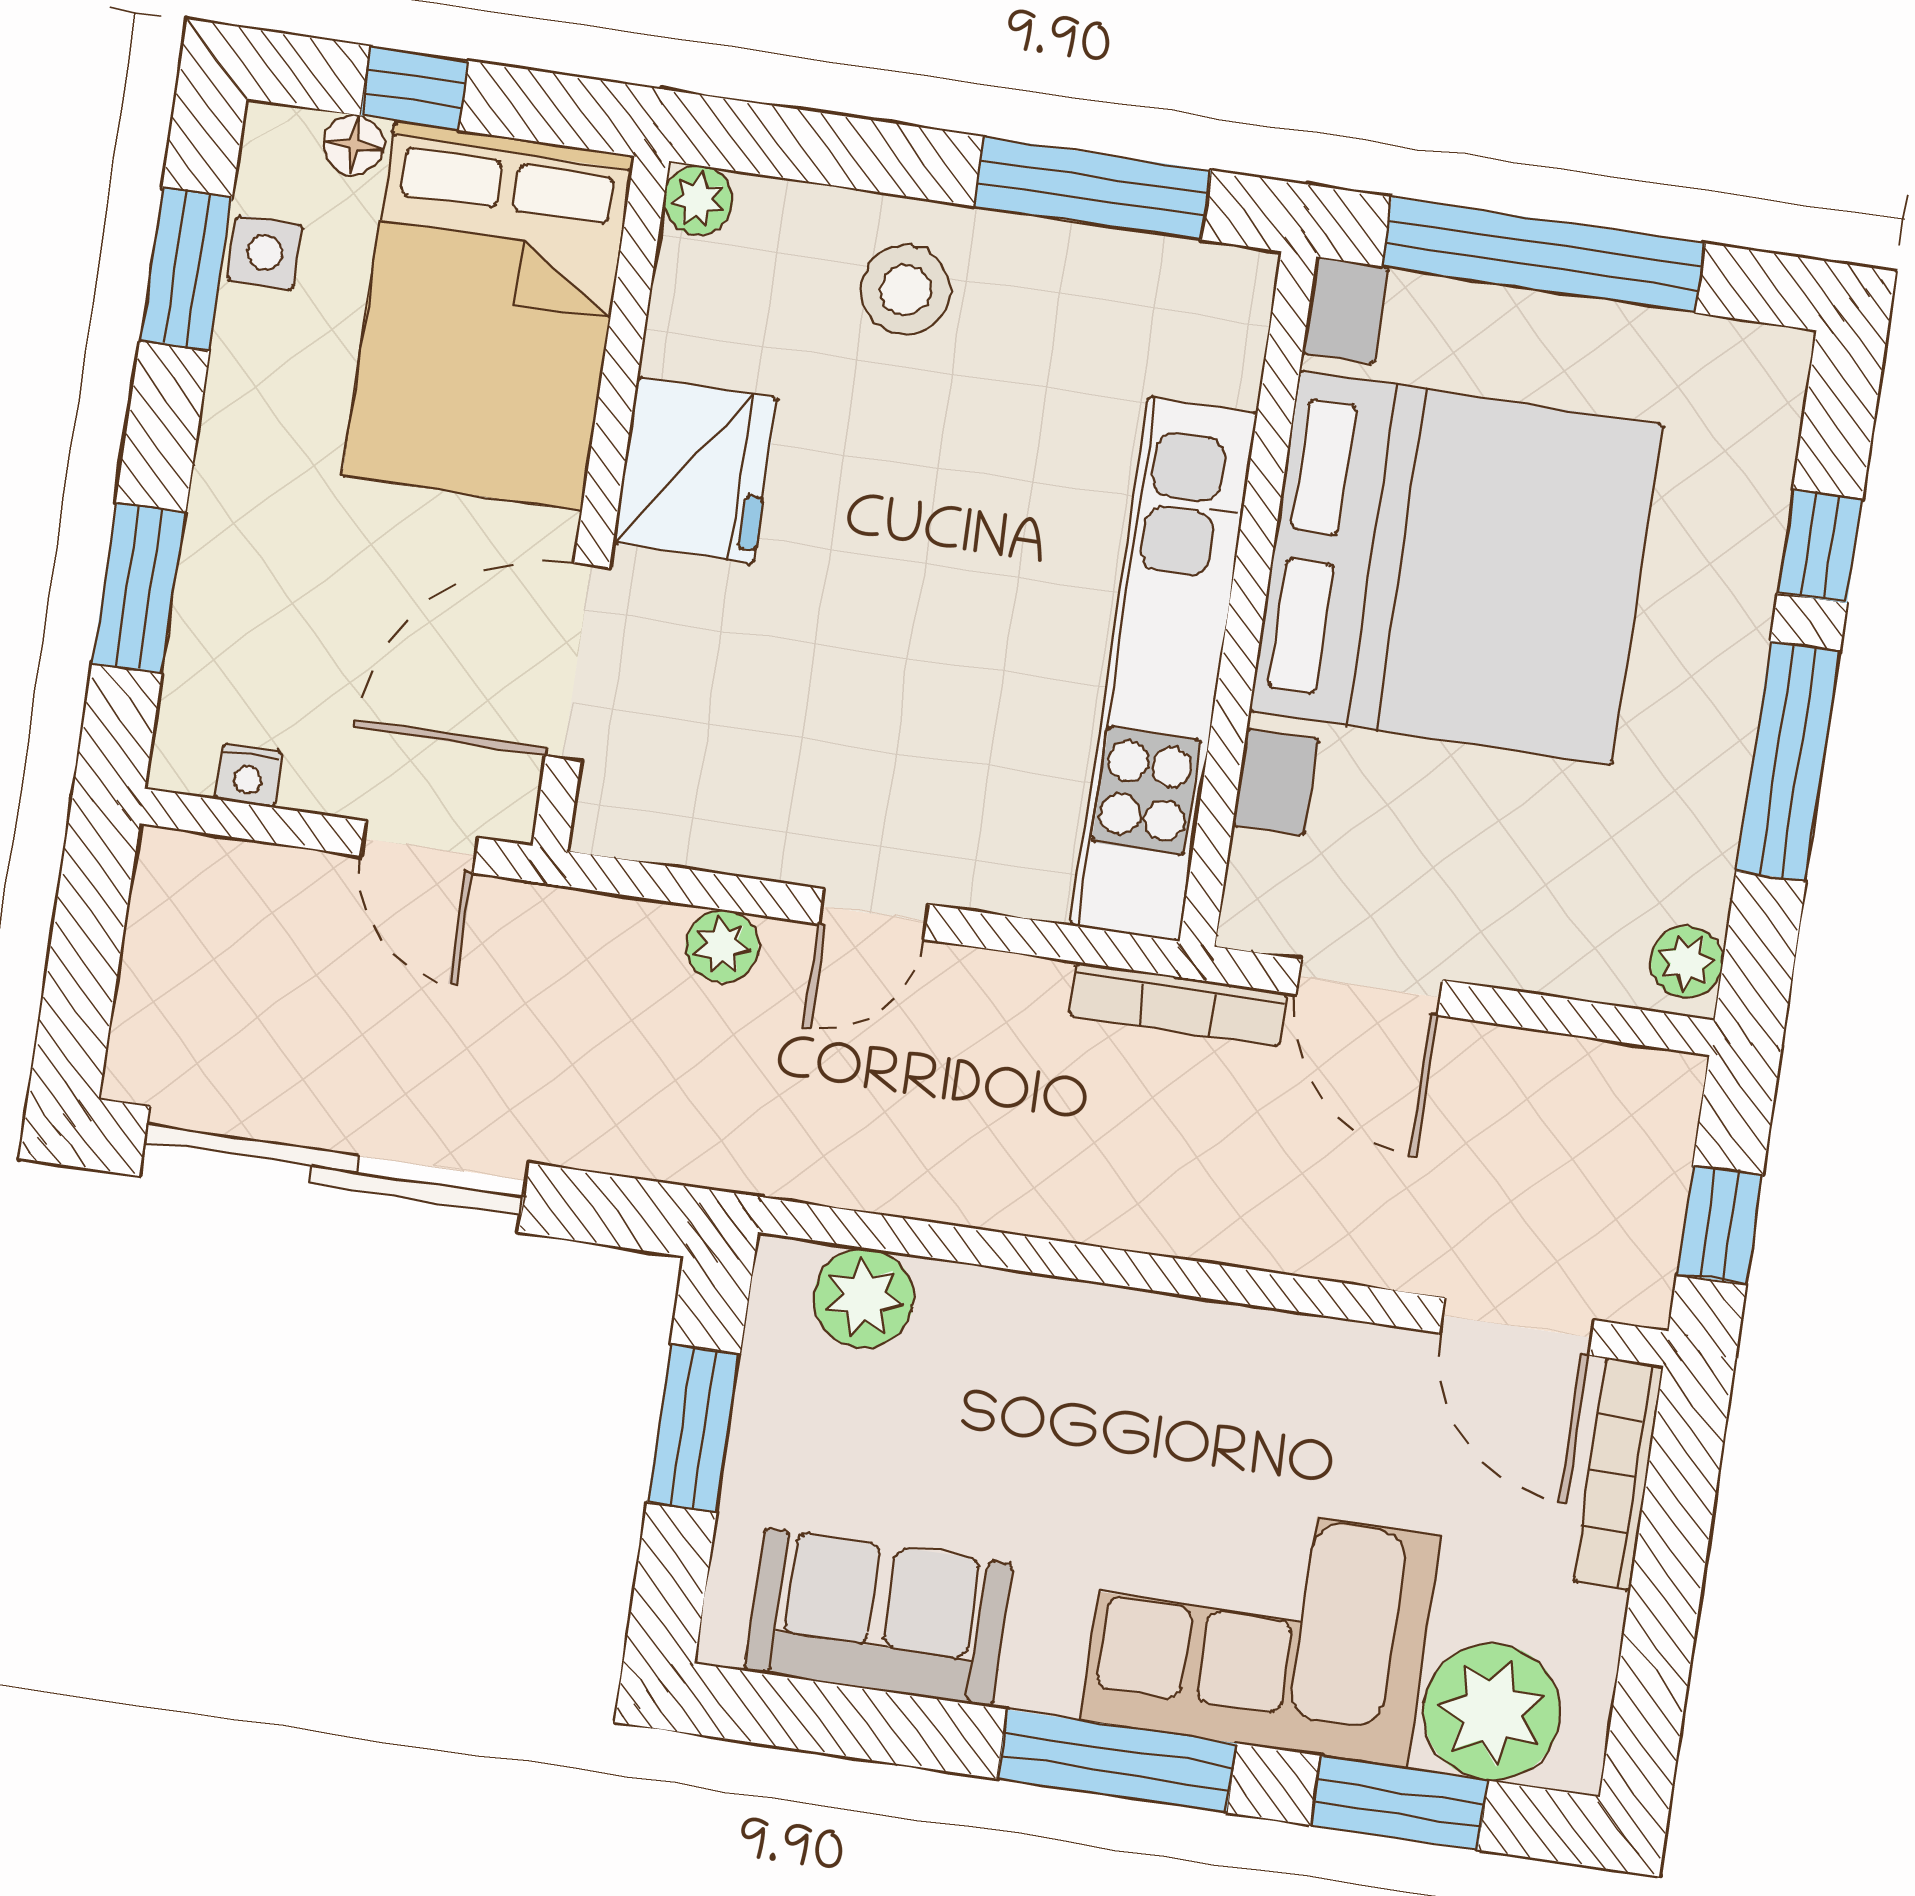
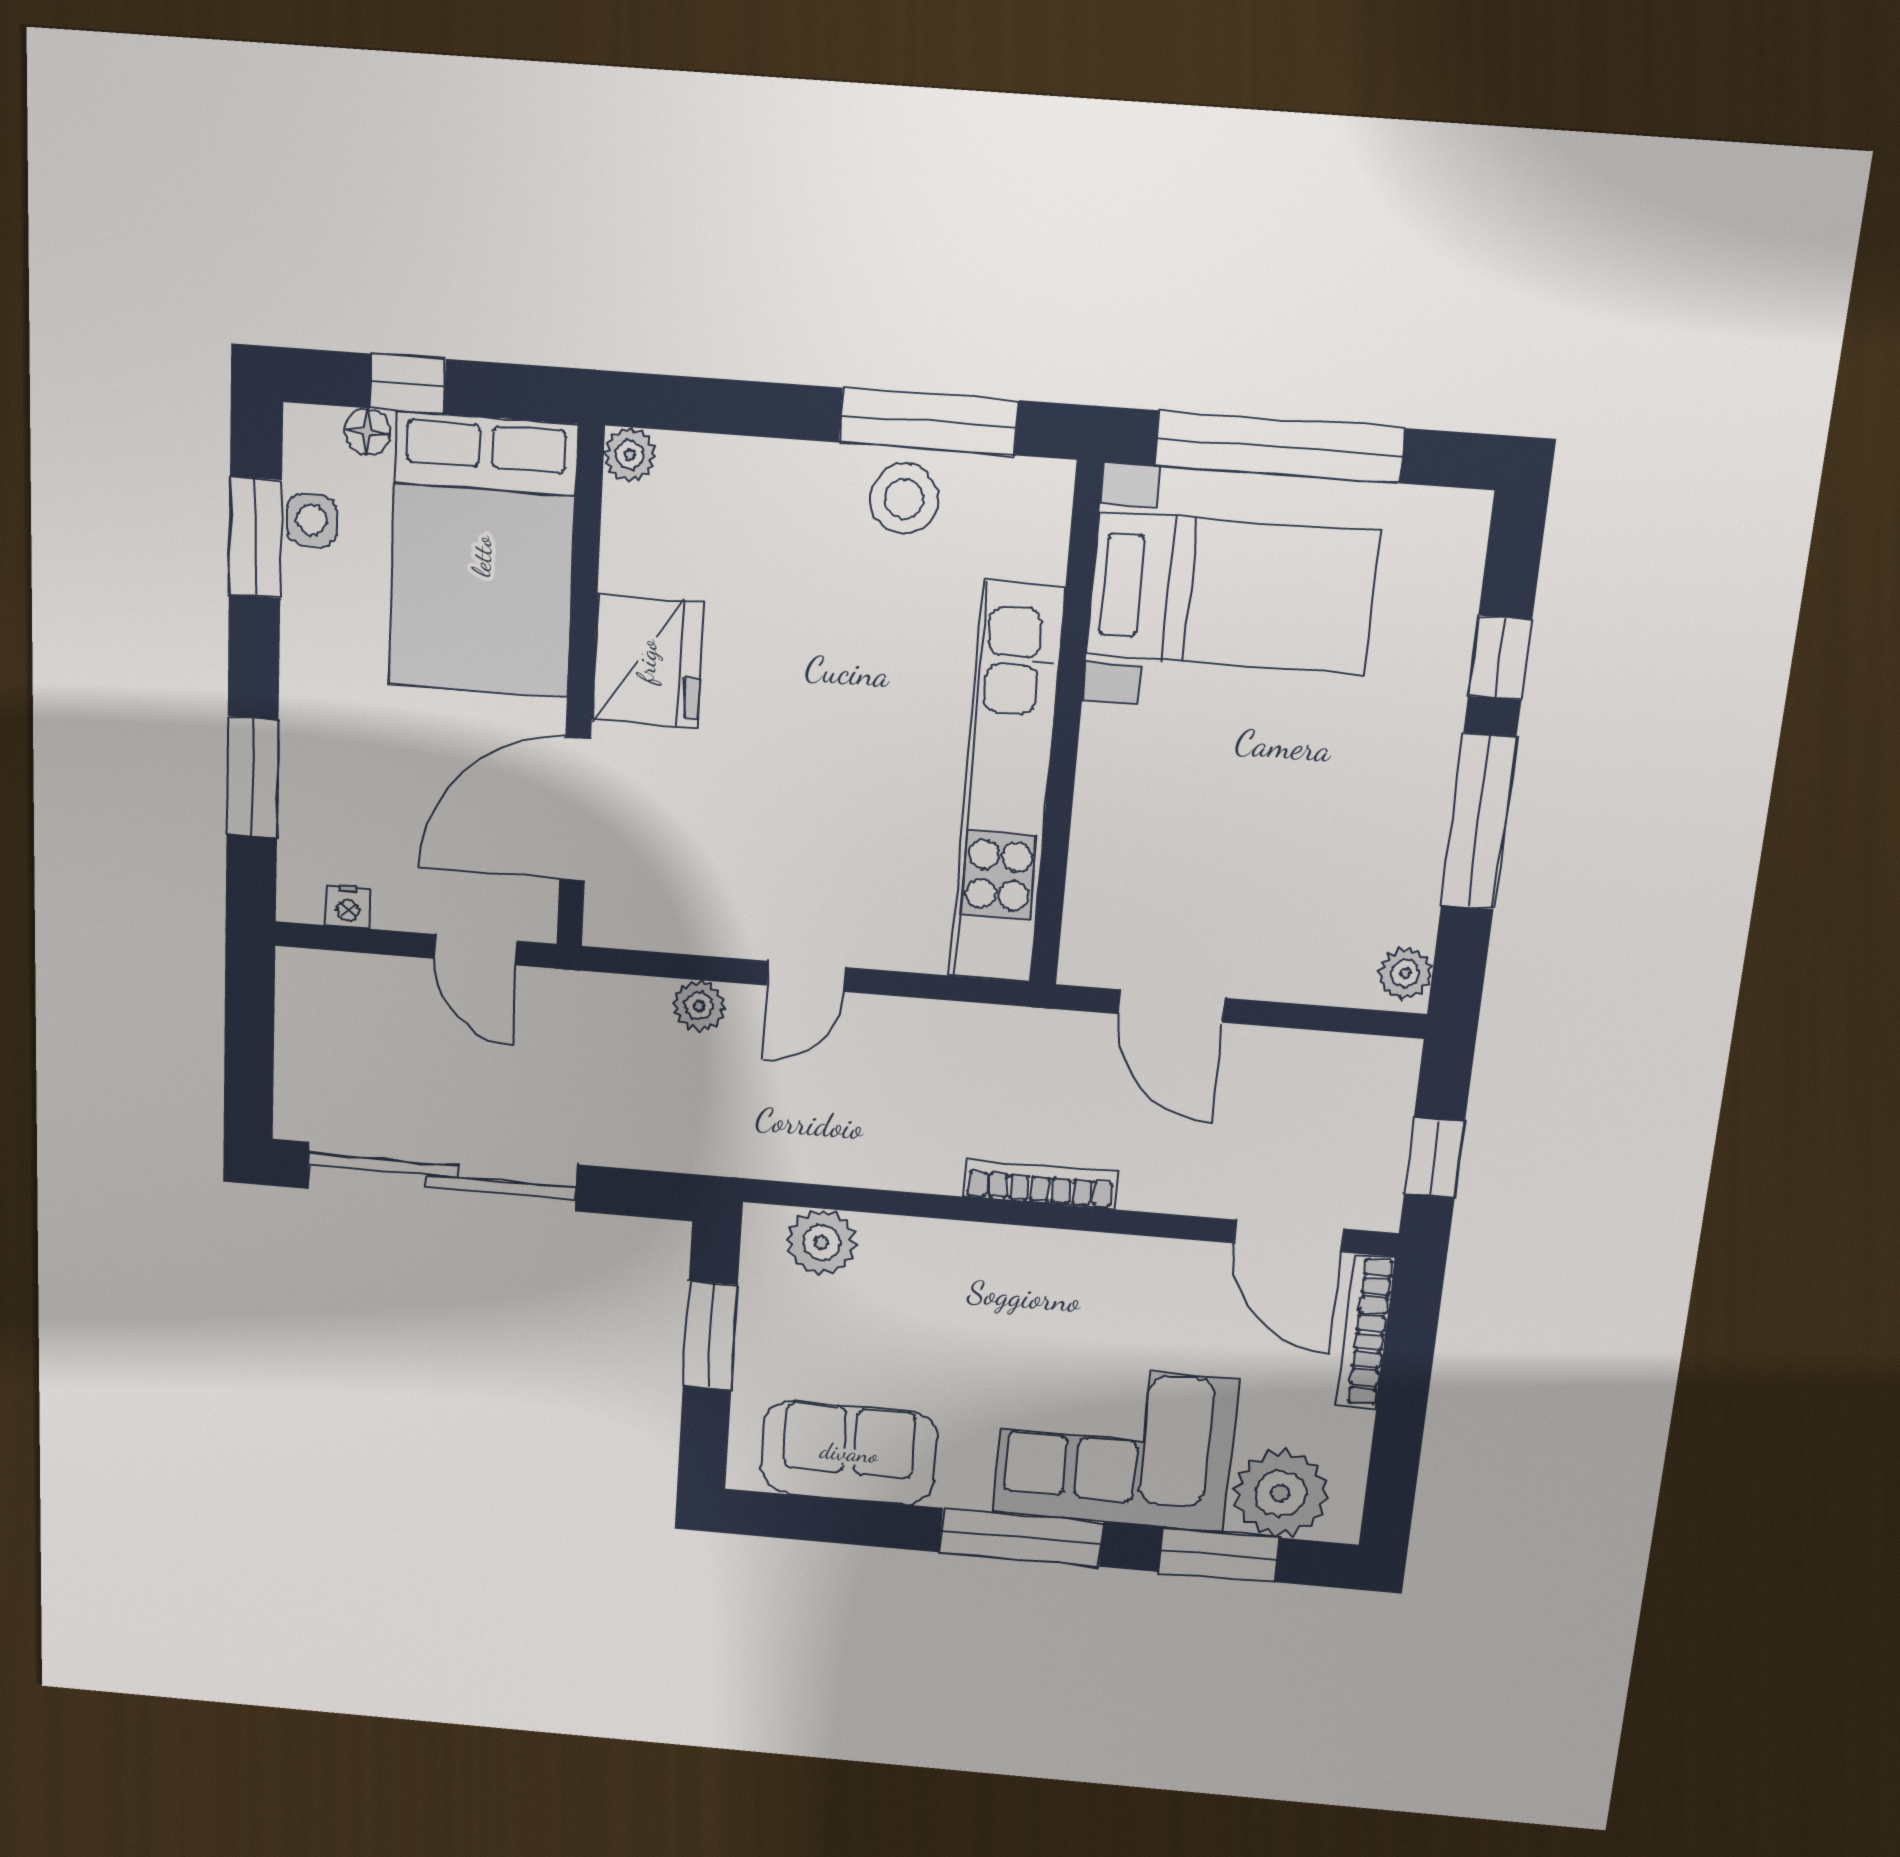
stool: (906, 290) -> (904, 499), moved
bed with nightstands: (1456, 568) -> (1232, 593), width x0.54
bookcase: (1178, 1004) -> (1040, 1184), moved, turned 180

